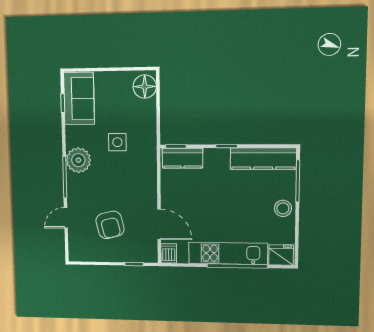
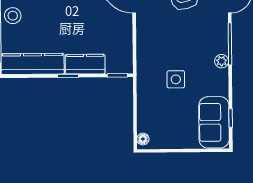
floor lamp: (145, 87) -> (143, 139), width x0.53, depth x0.53
kitchen counter: (183, 158) -> (85, 64), moved
plant: (78, 160) -> (222, 61), width x0.53, depth x0.53

